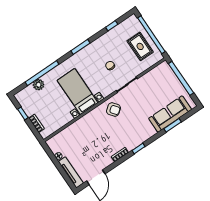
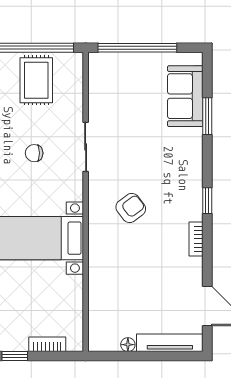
rug: (140, 46) -> (36, 80), turned 90
armchair: (113, 110) -> (131, 208), moved
sofa: (170, 114) -> (185, 96), width x0.73

